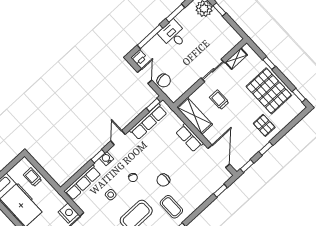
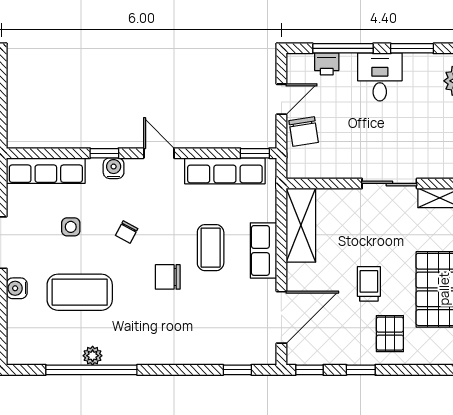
printer: (139, 57) -> (327, 64), moved
trolley: (219, 100) -> (369, 284), moved
door: (118, 138) -> (159, 153), hinge flipped
coffee table: (171, 207) -> (211, 248), moved

